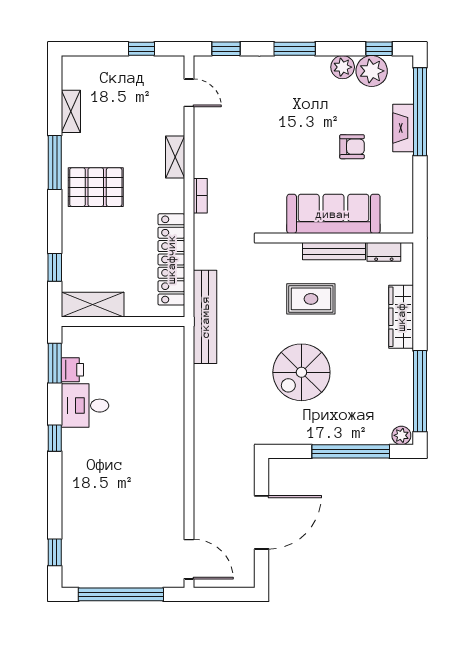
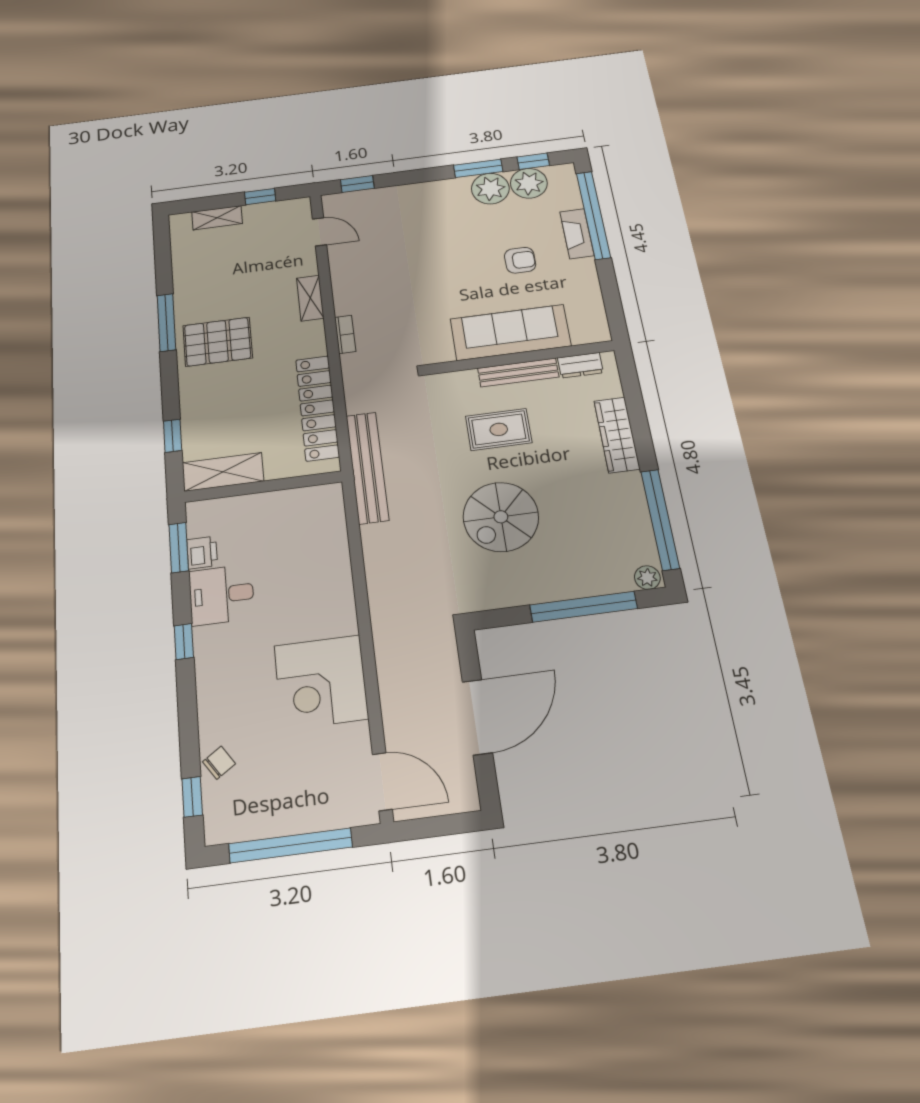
window: (295, 49) -> (478, 168), moved
plant: (343, 67) -> (490, 189), width x1.36, depth x1.36
shelving: (71, 111) -> (217, 218), moved, turned 90
corner desk: (153, 482) -> (321, 682), added
chair: (75, 531) -> (219, 763), added

